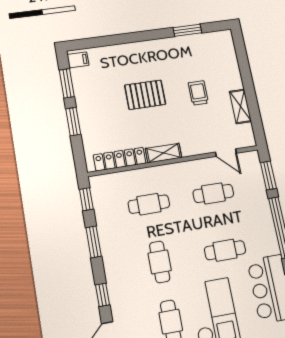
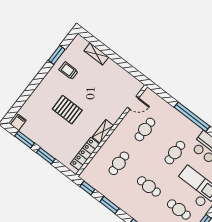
trolley: (198, 93) -> (68, 71), moved
pallet: (145, 95) -> (67, 110), turned 90
shelving: (240, 106) -> (96, 54), moved
window: (268, 175) -> (164, 95), removed

